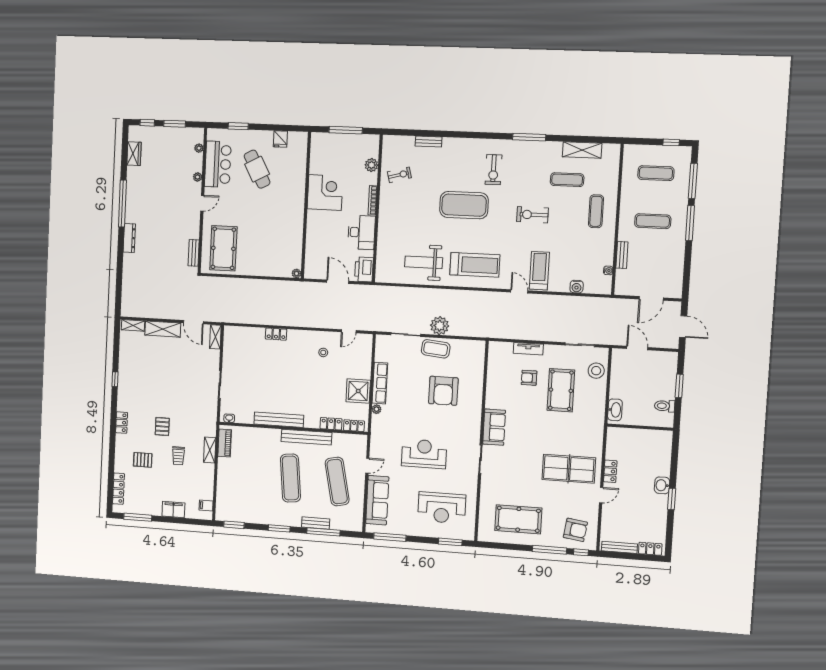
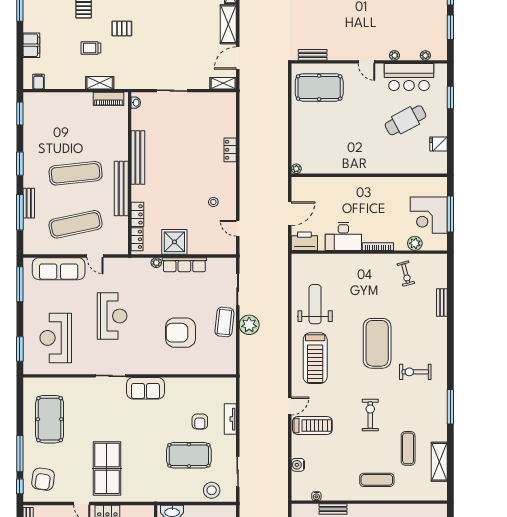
corner desk: (325, 192) -> (429, 215), moved, turned 90
armchair: (529, 378) -> (200, 422), turned 180

